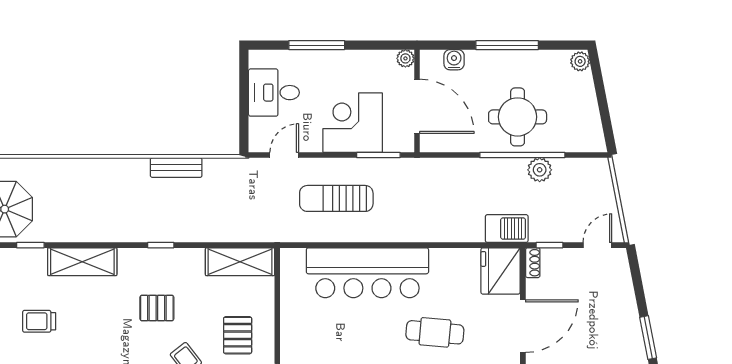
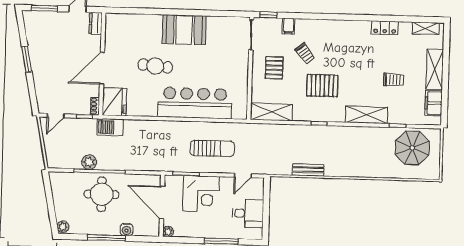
water cooler: (454, 60) -> (126, 230), moved
pallet: (157, 308) -> (322, 86), width x1.50, depth x1.42

